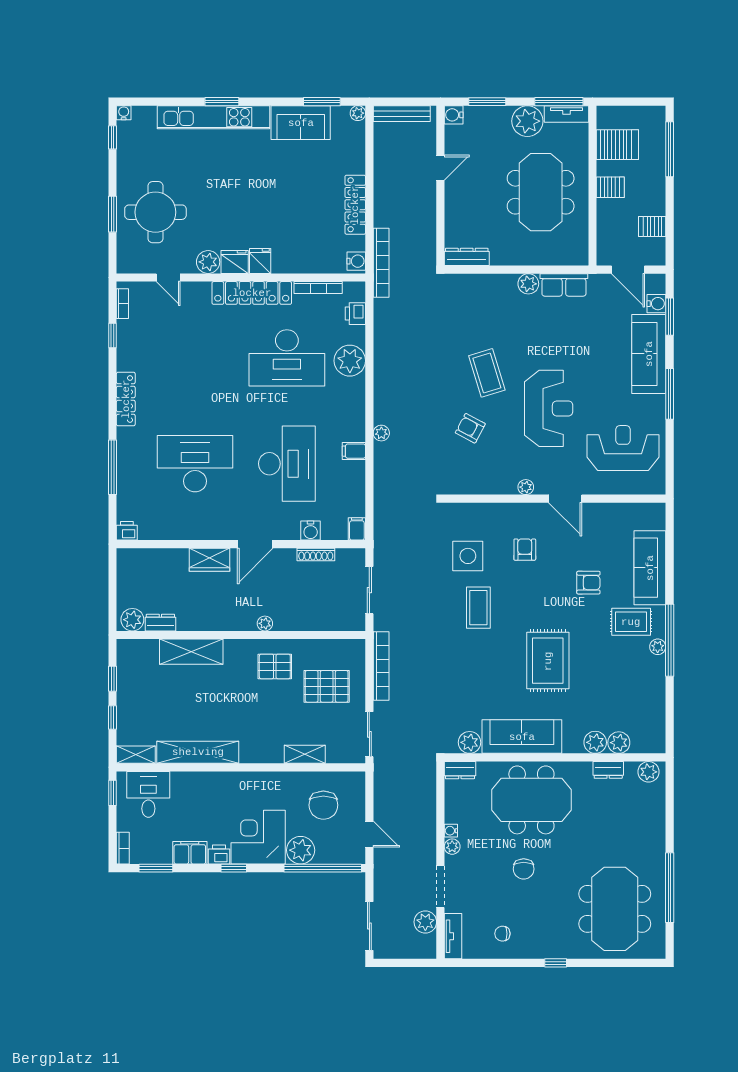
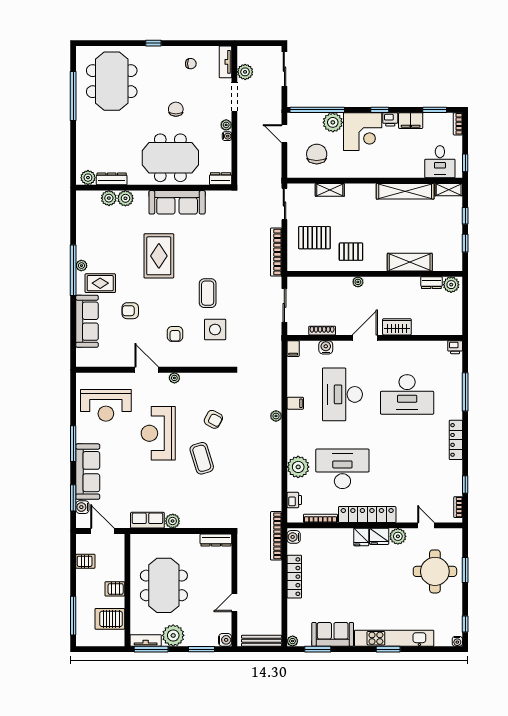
plant: (470, 742) -> (214, 198), removed
dresser: (608, 770) -> (112, 179), width x1.44

